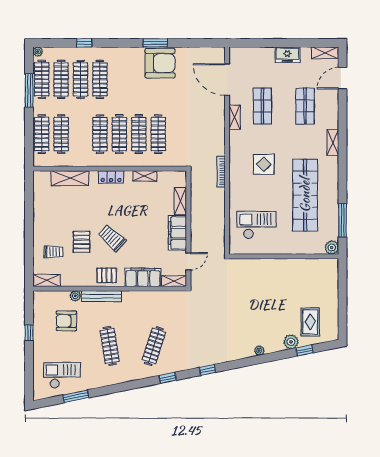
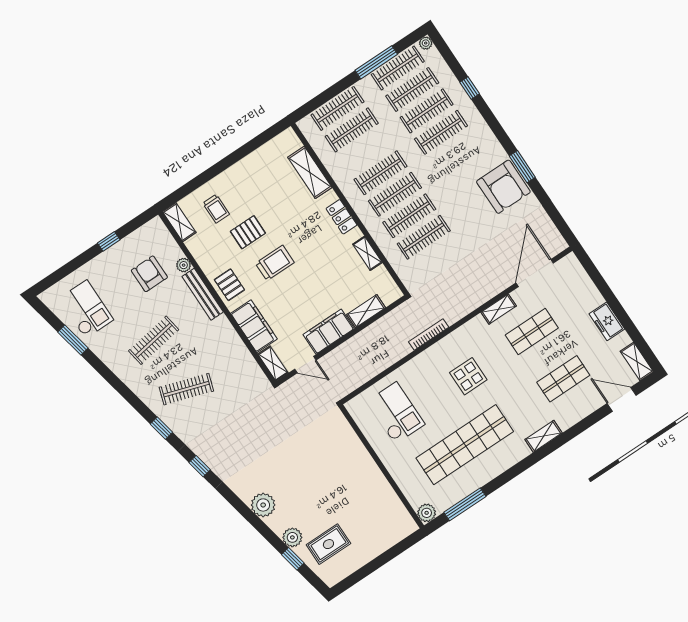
trolley: (112, 238) -> (275, 263), turned 48
plant: (259, 351) -> (263, 505), width x1.87, depth x1.87

